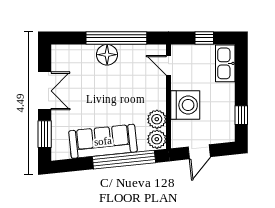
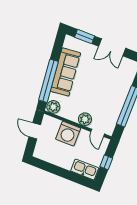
floor lamp: (107, 55) -> (120, 96), removed
door: (169, 65) -> (98, 133), swing flipped
window: (241, 115) -> (48, 167), removed
plant: (157, 119) -> (85, 119), moved

